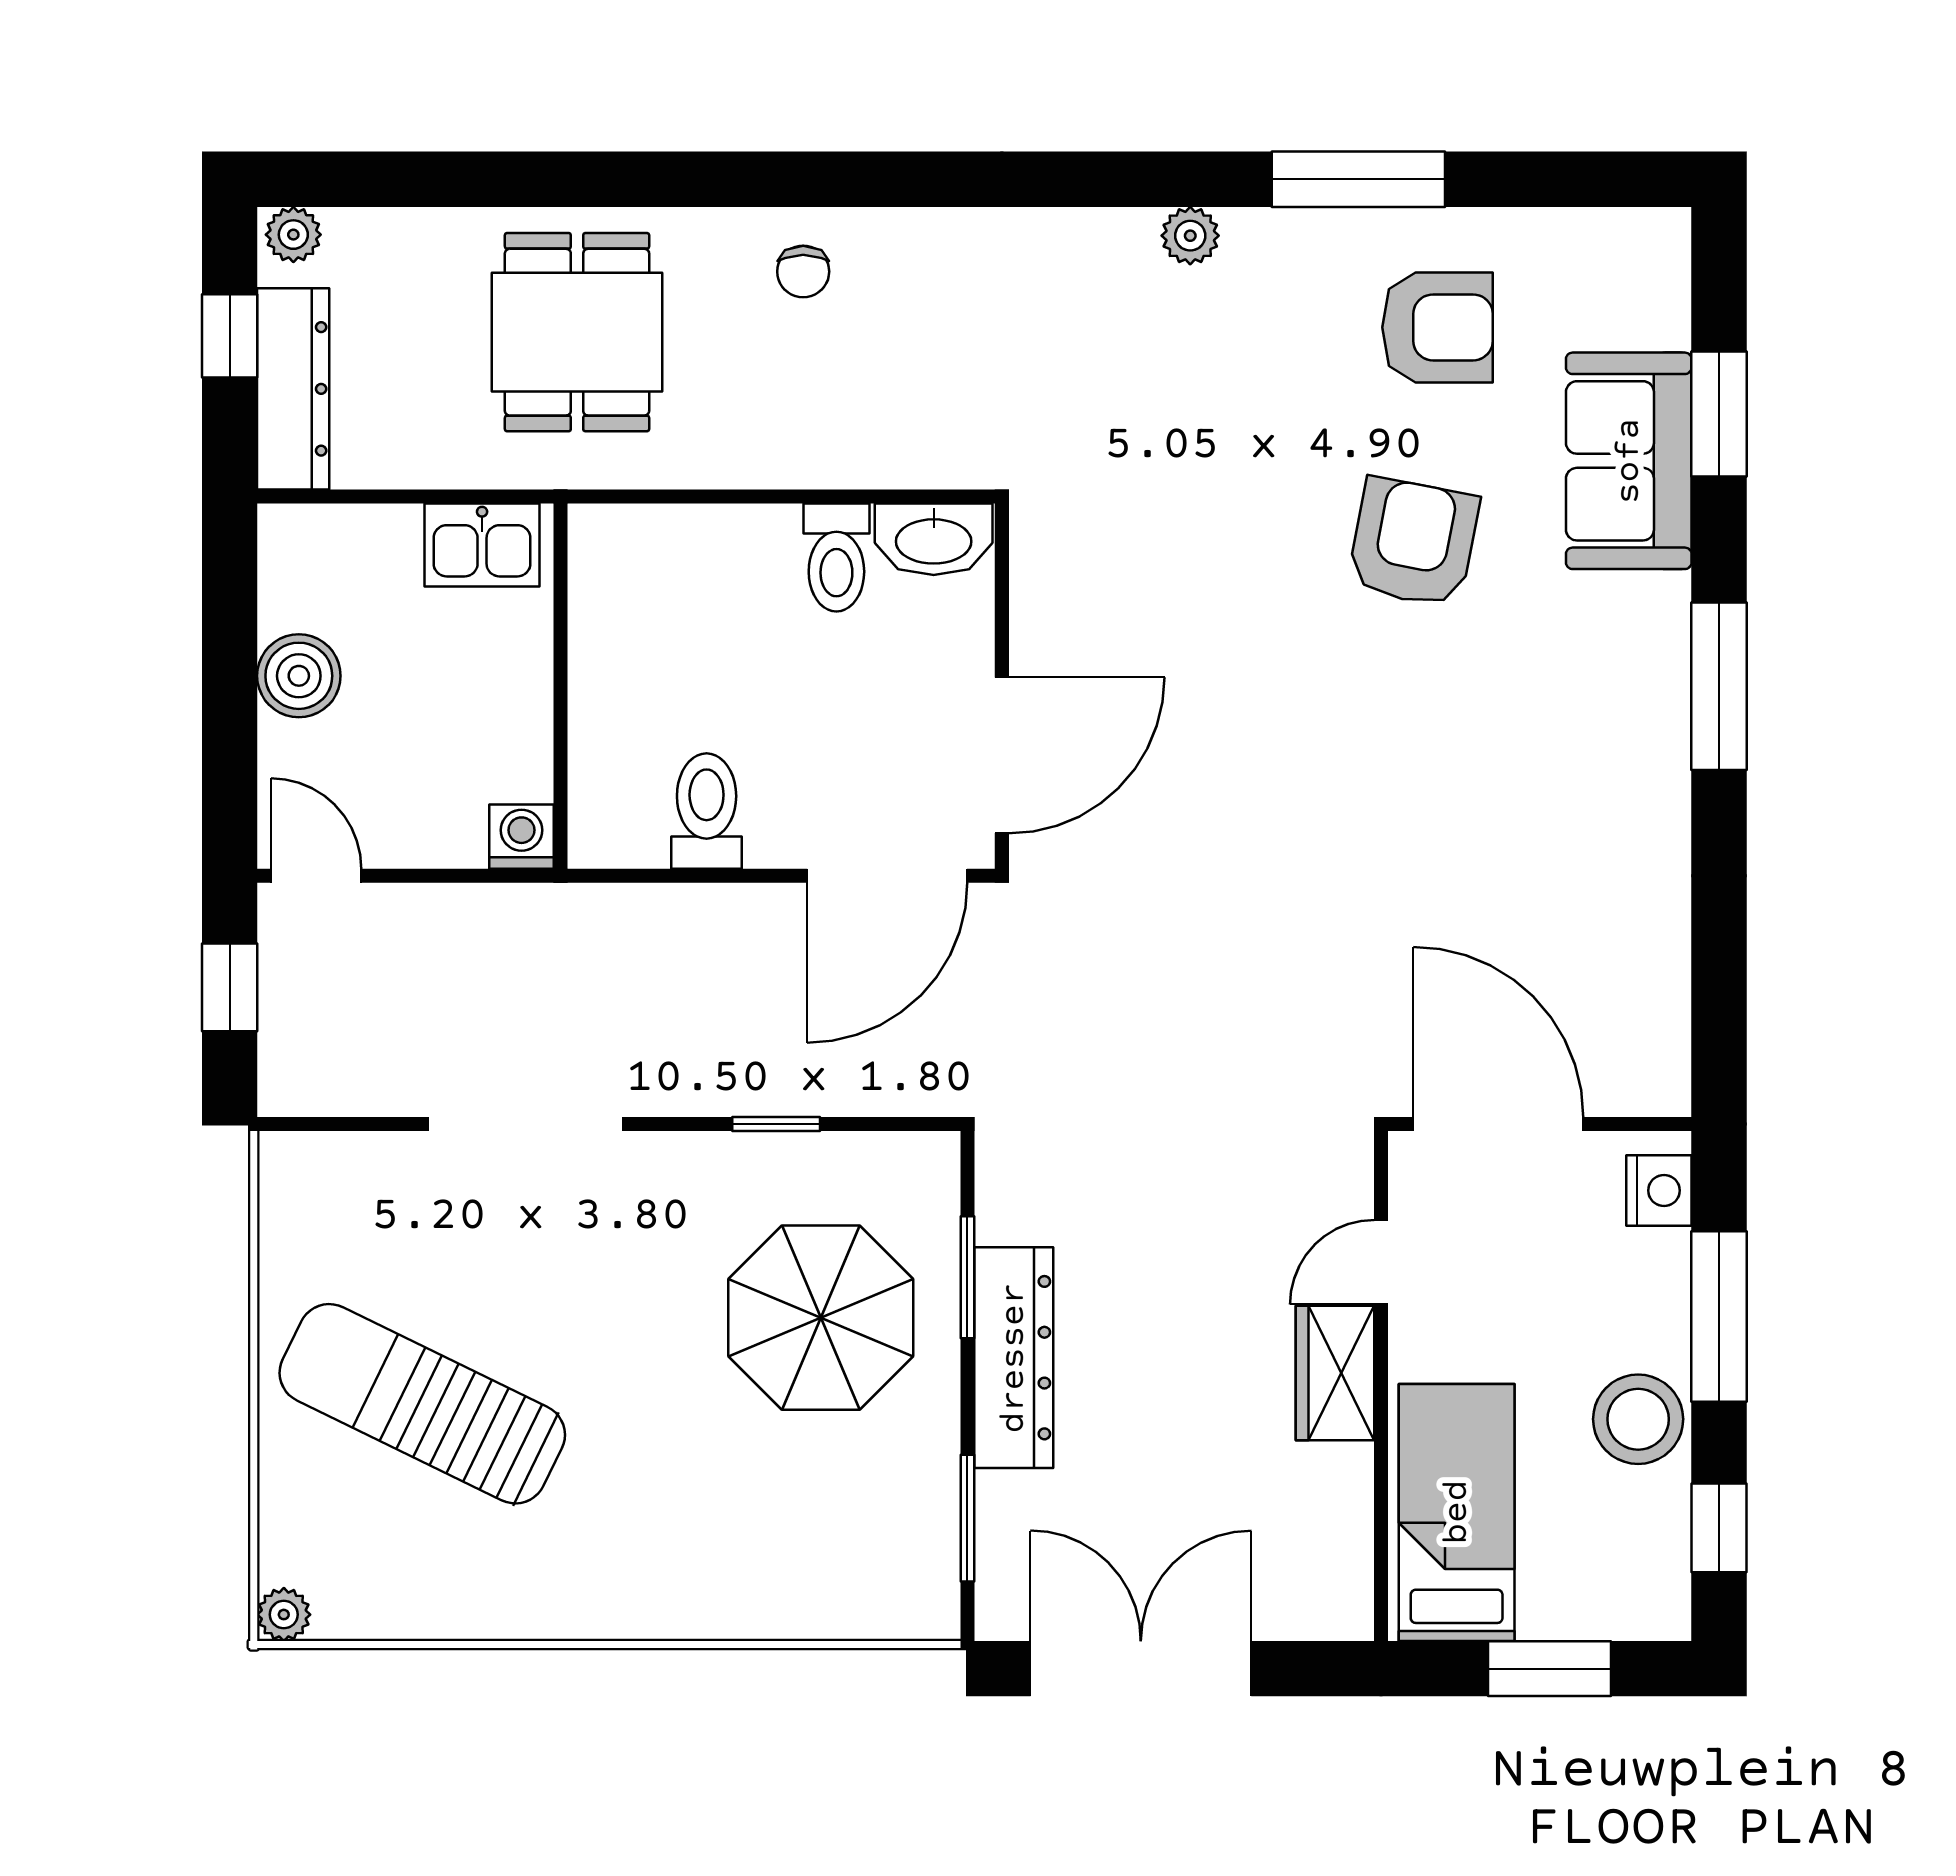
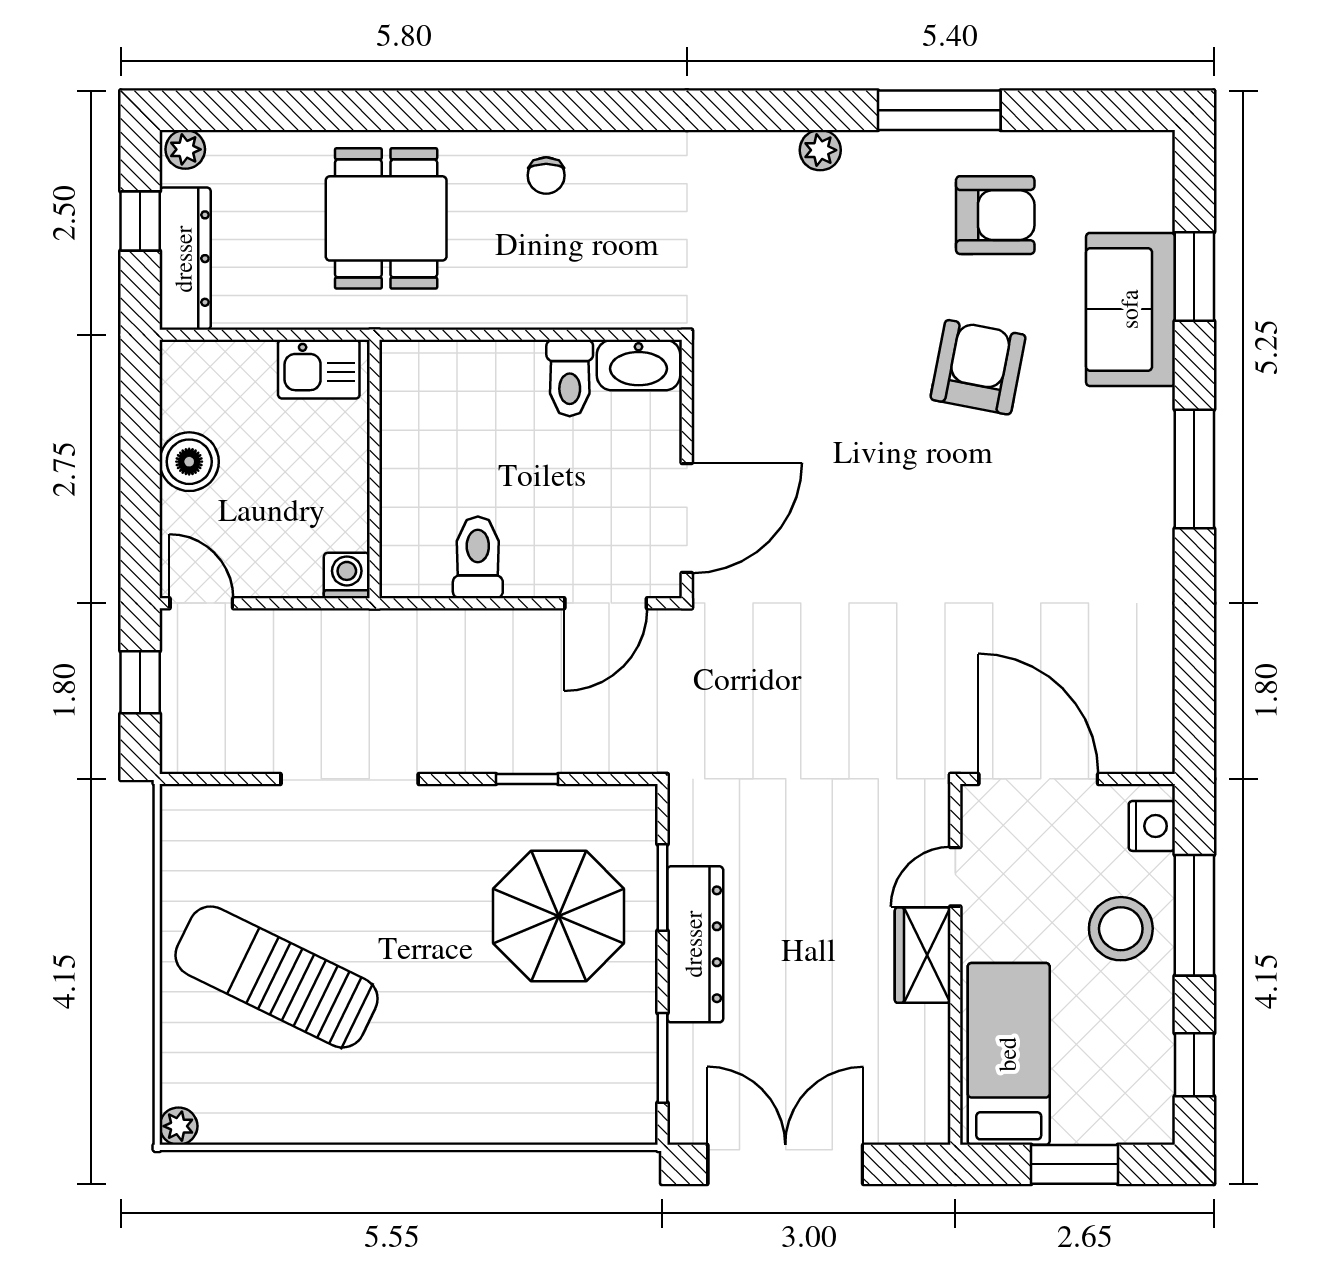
door: (887, 876) -> (606, 603), width x0.73
stool: (1638, 1419) -> (1121, 929), moved

